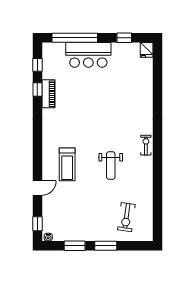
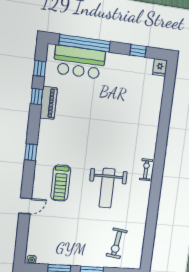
bar counter: (88, 55) -> (79, 62), moved
weight bench: (111, 165) -> (107, 188), width x1.36, depth x1.33
window: (37, 224) -> (31, 152), moved

